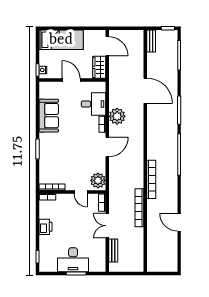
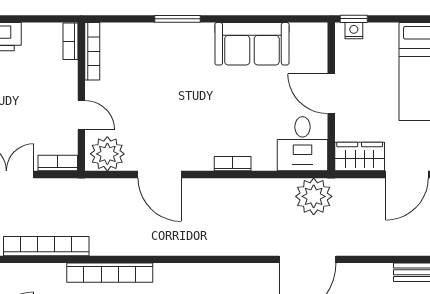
door: (71, 80) -> (331, 94), swing flipped
desk: (93, 104) -> (302, 144), moved
plant: (117, 116) -> (314, 196), moved
door: (107, 147) -> (160, 174), moved
door: (81, 192) -> (81, 115), swing flipped

